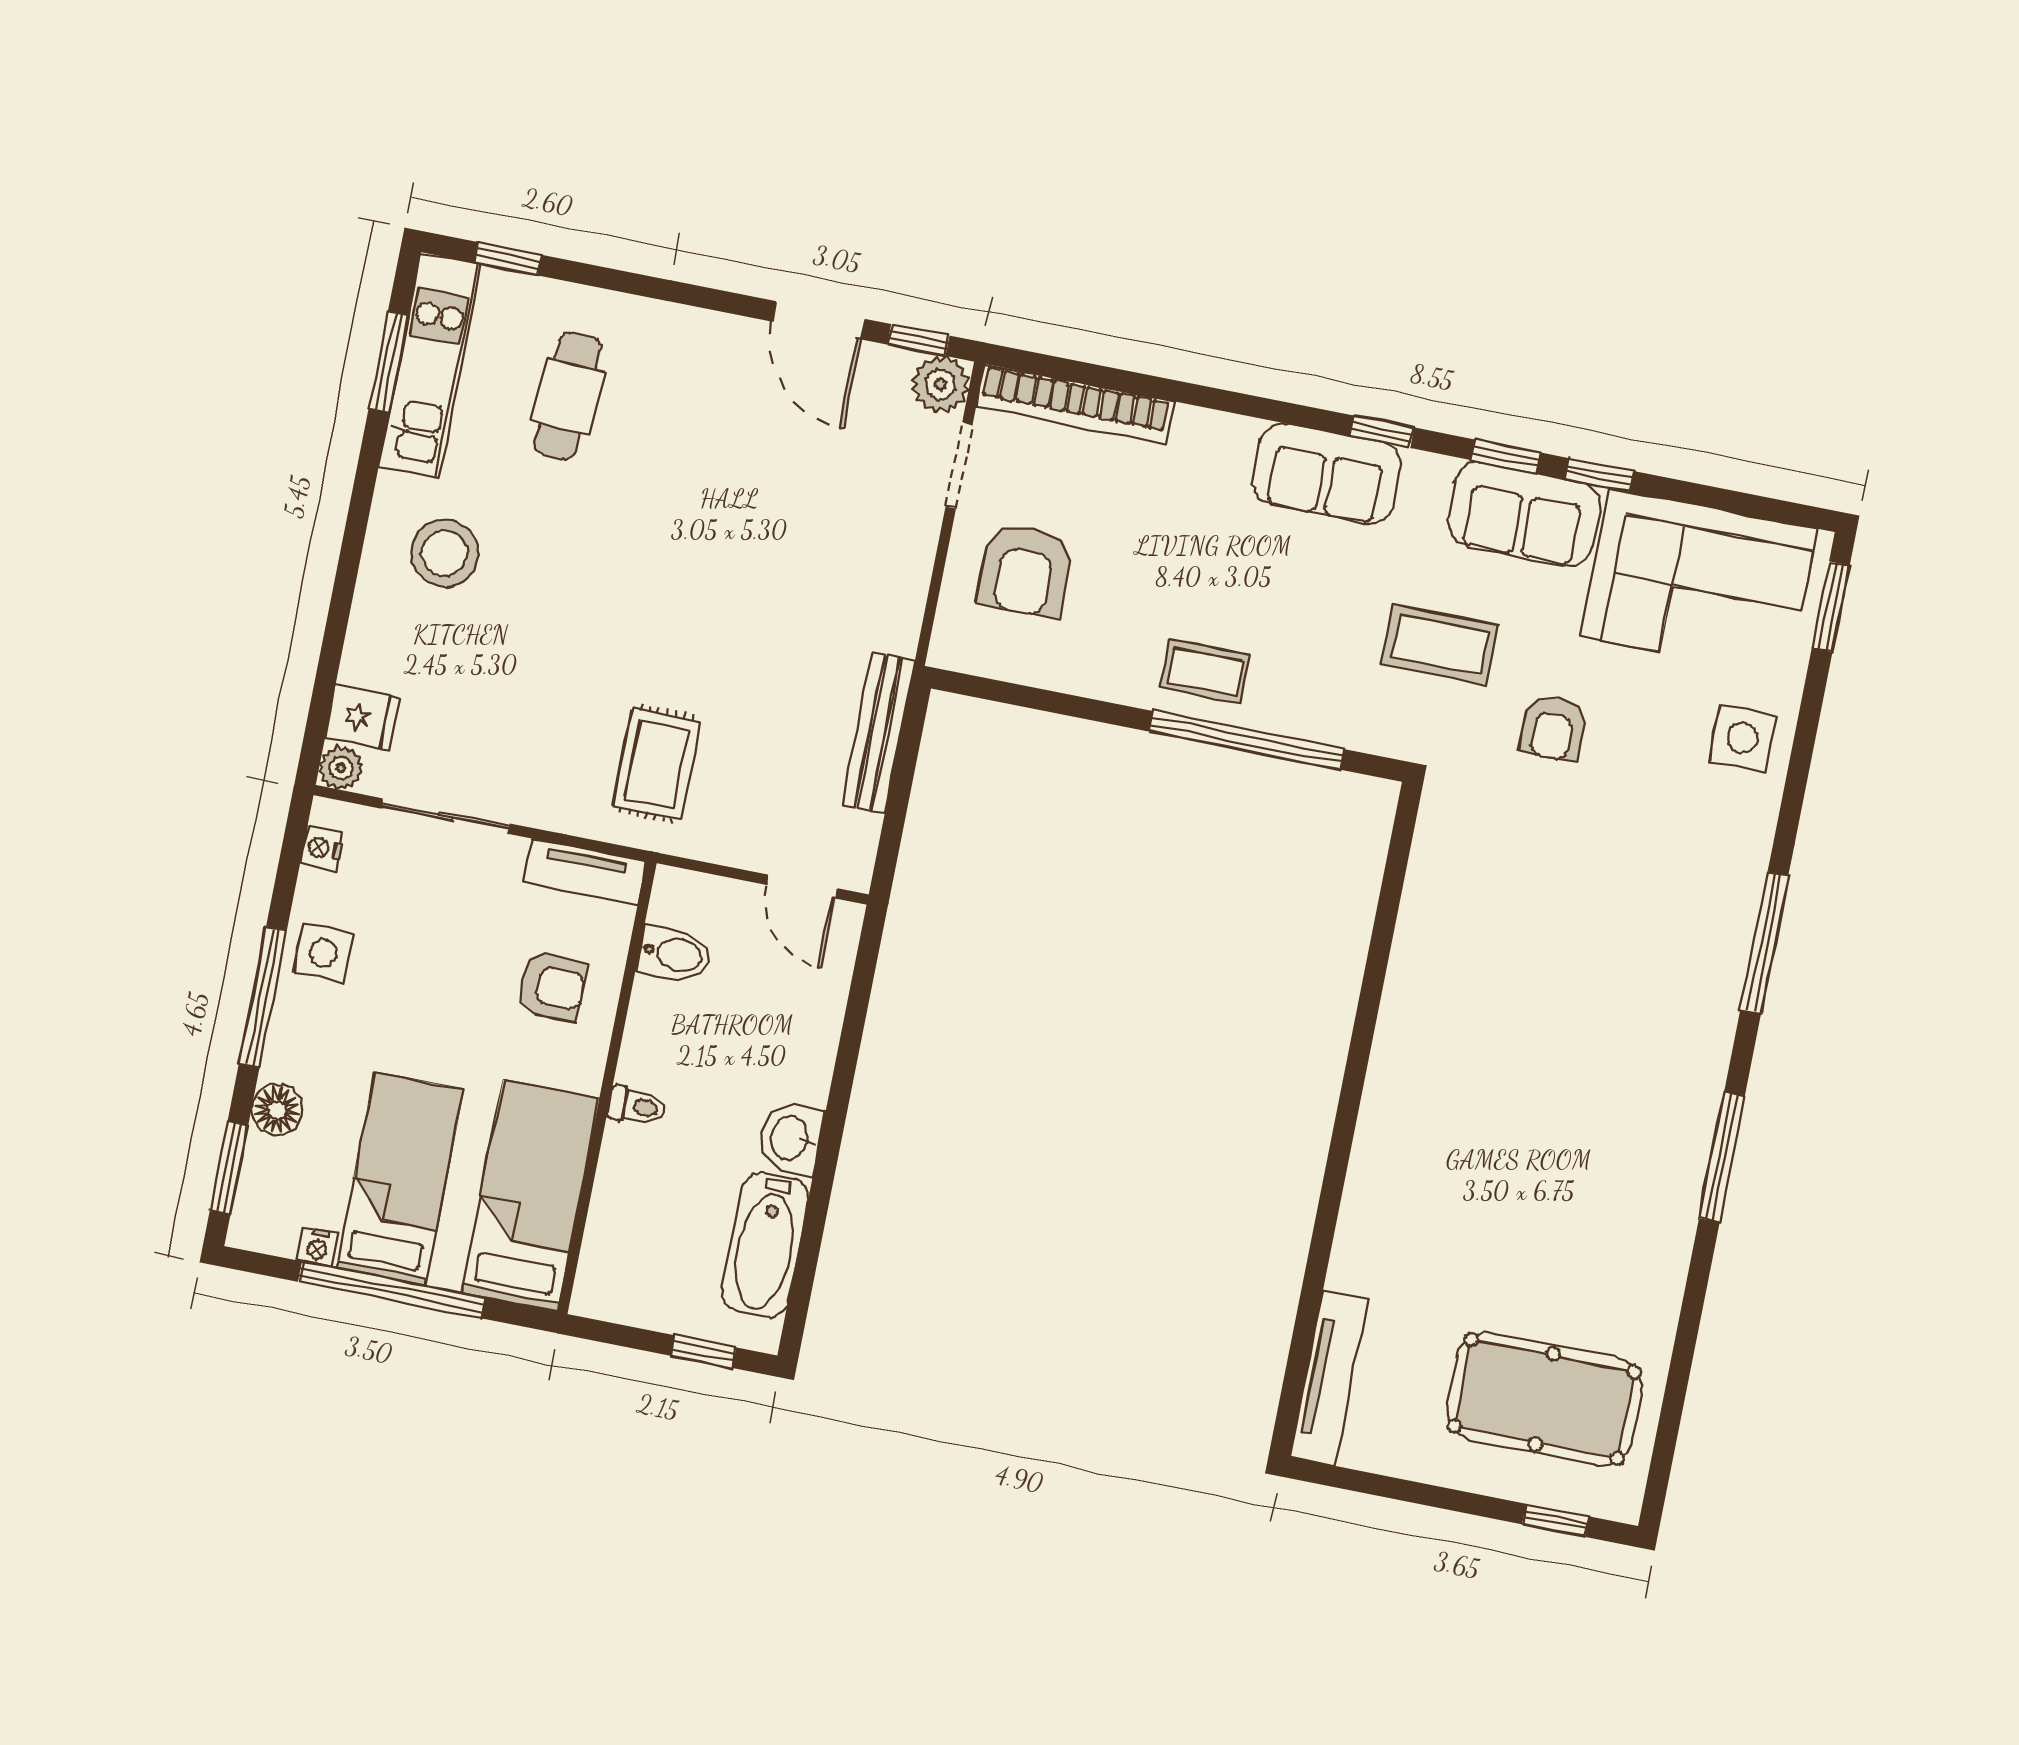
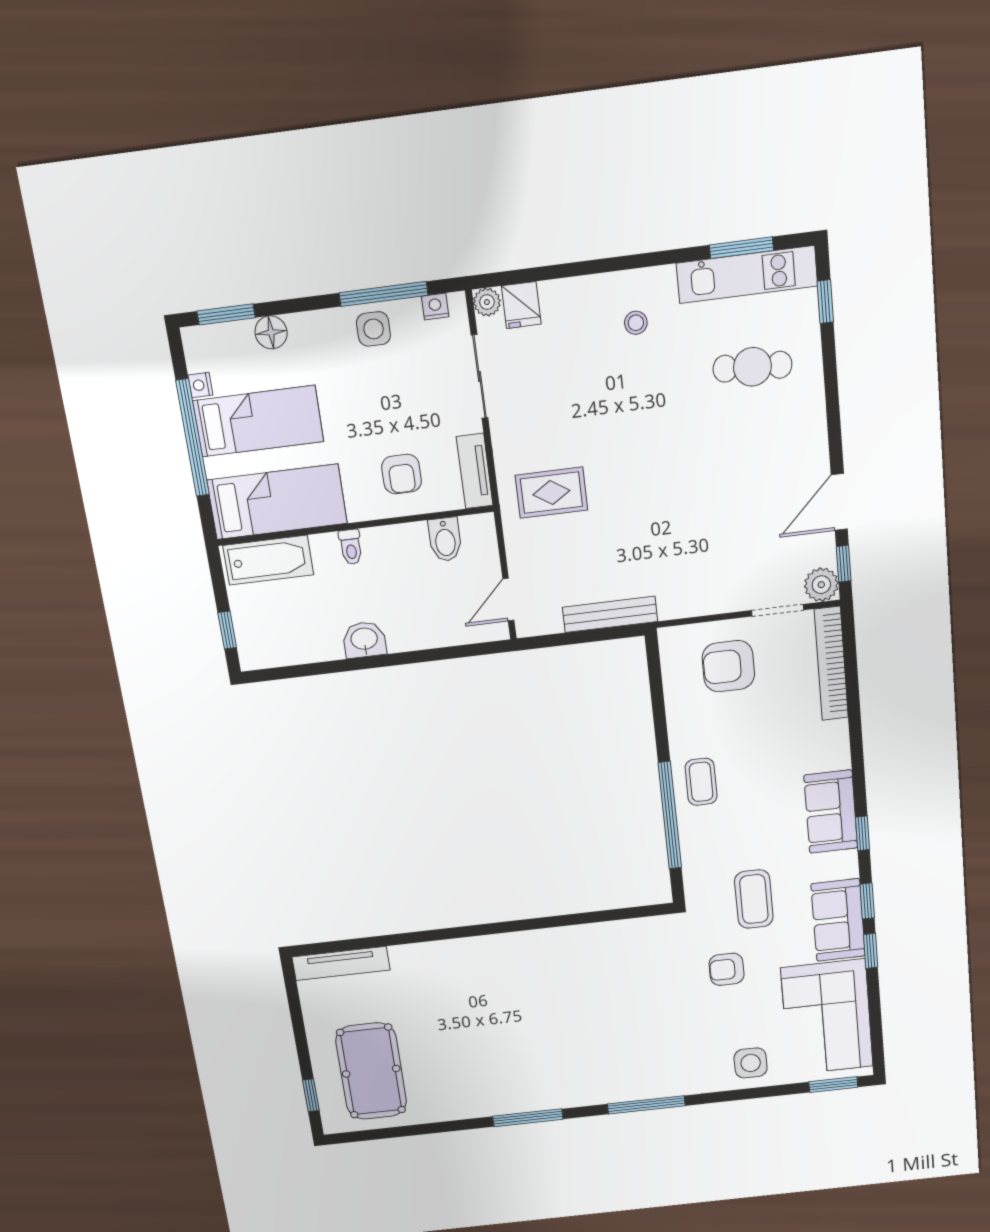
stool: (445, 553) -> (636, 323), width x0.53, depth x0.53
window: (263, 997) -> (384, 294), moved
bathtub: (765, 1245) -> (268, 560), moved, turned 180

